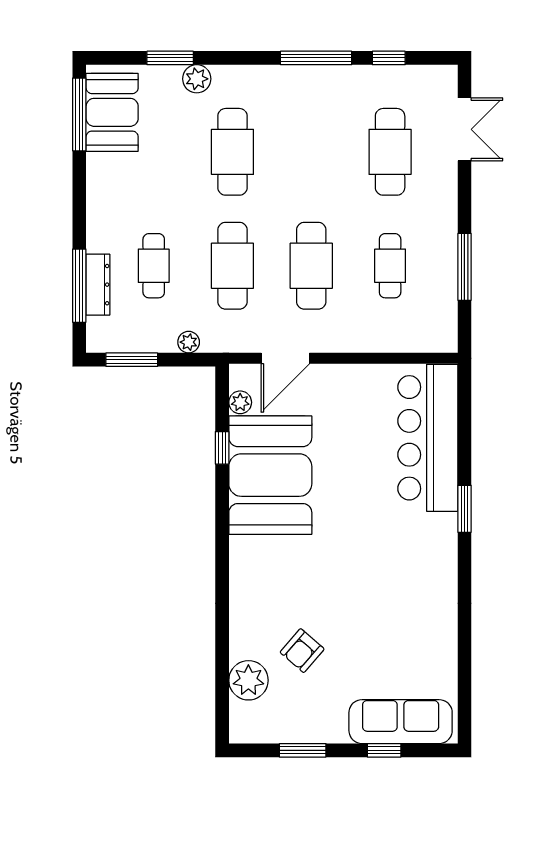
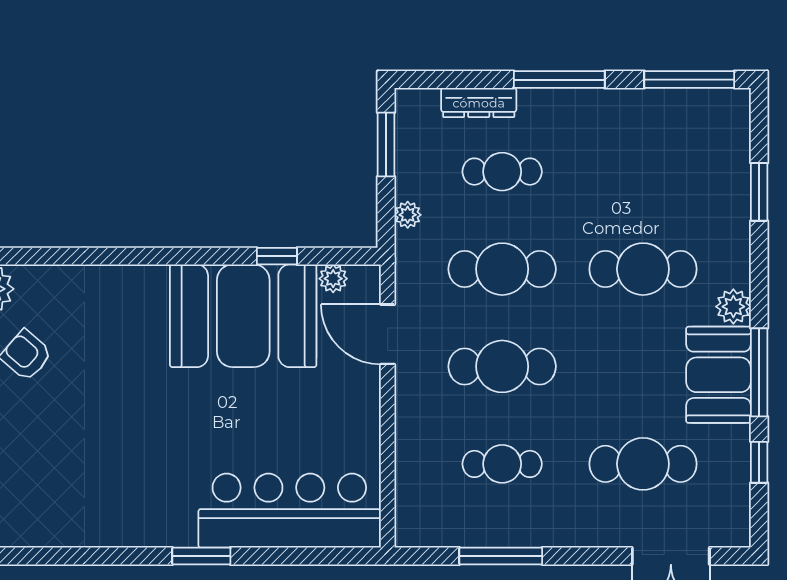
plant: (197, 79) -> (733, 307), moved
booth: (112, 112) -> (718, 375), moved, turned 90
window: (79, 286) -> (559, 80), moved

